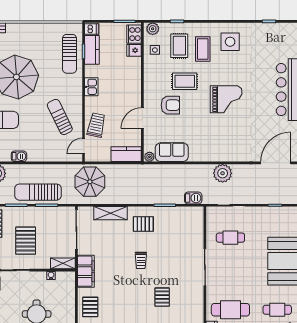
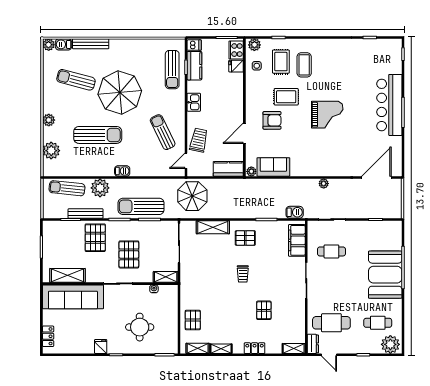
side table: (230, 42) -> (331, 58), removed
plant: (223, 173) -> (324, 184), width x0.53, depth x0.53
filing cabinet: (86, 271) -> (297, 240), moved, turned 180

